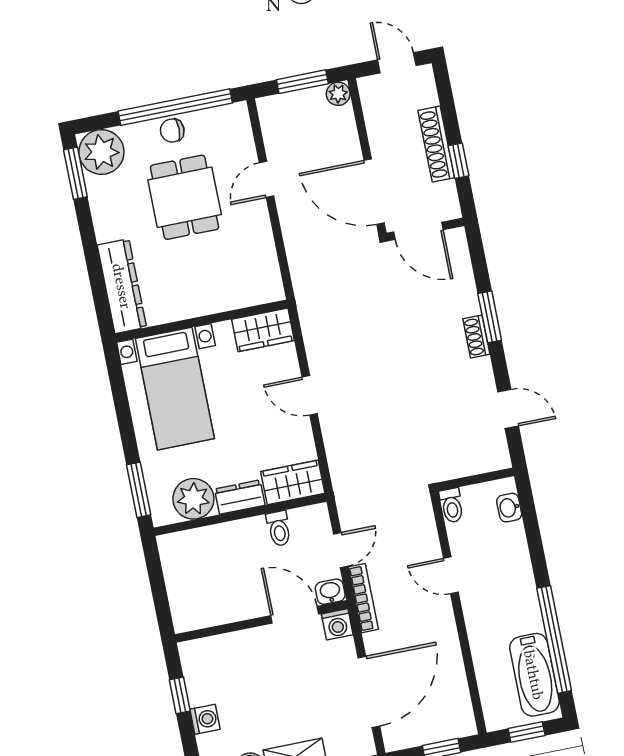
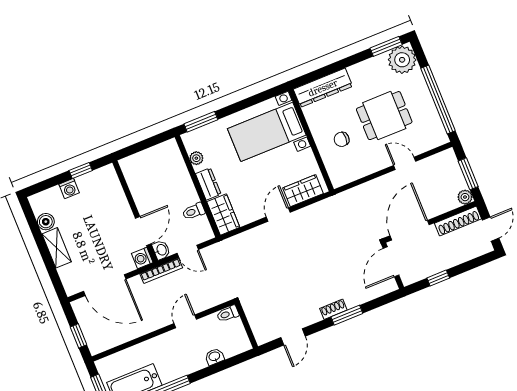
chair: (172, 131) -> (342, 139), moved, turned -90
shoe rack: (436, 144) -> (458, 221), moved, turned 180
wardrobe: (263, 330) -> (303, 191), moved, turned 90
plant: (193, 499) -> (196, 158), width x0.53, depth x0.53
washbasin: (509, 508) -> (214, 357), moved

